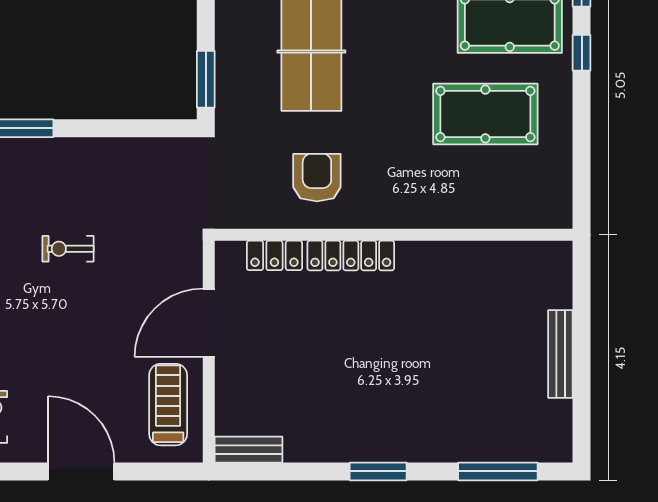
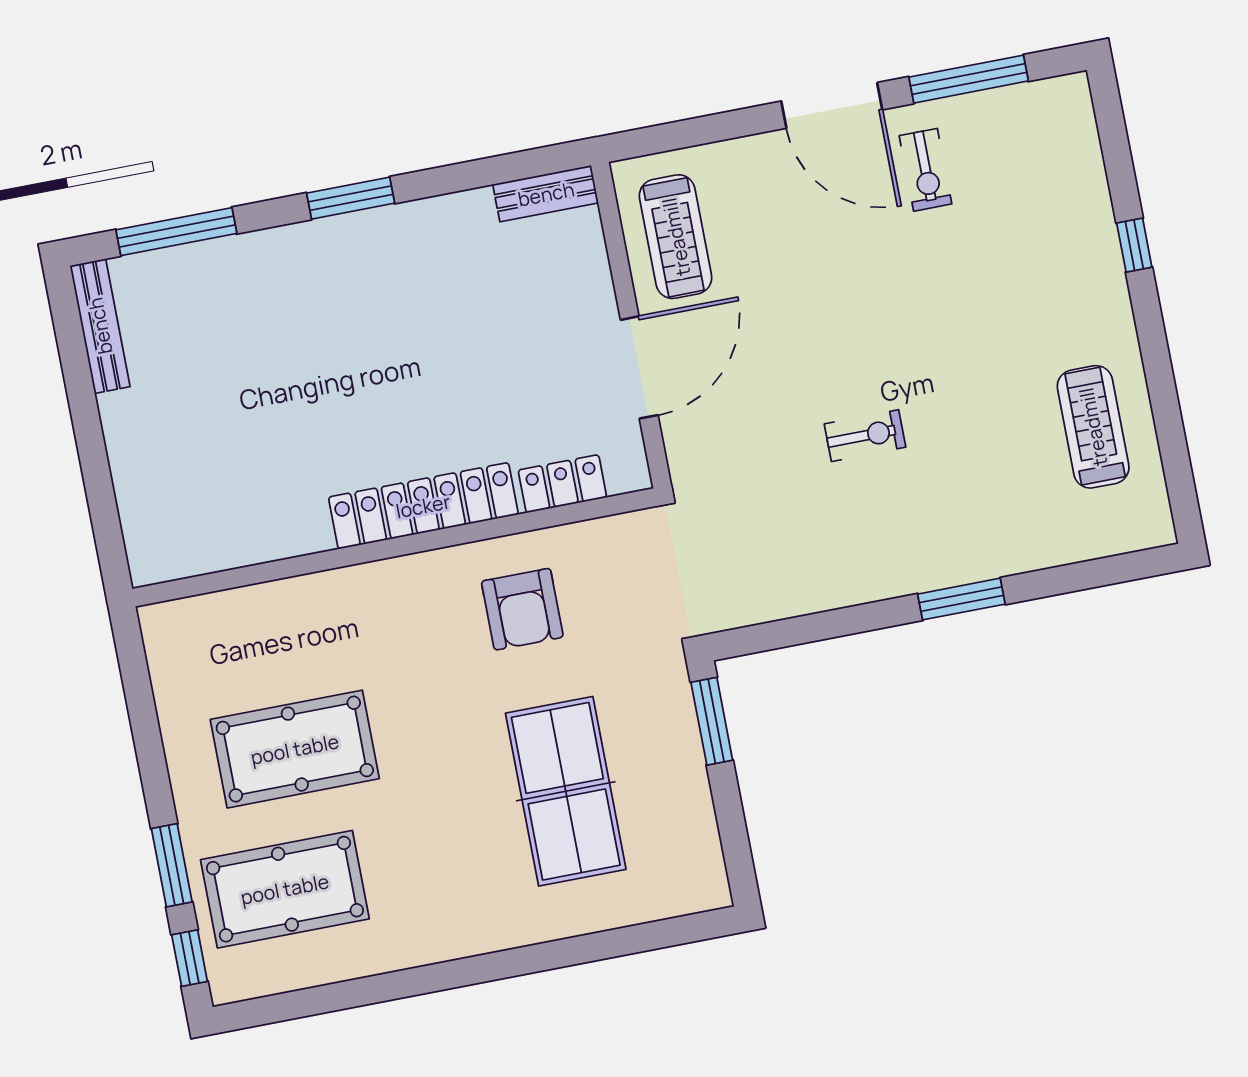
window: (582, 53) -> (172, 865), width x1.50
locker: (351, 256) -> (423, 506), width x1.41, depth x1.21
bench: (560, 354) -> (100, 326), moved
door: (81, 471) -> (832, 105), moved

